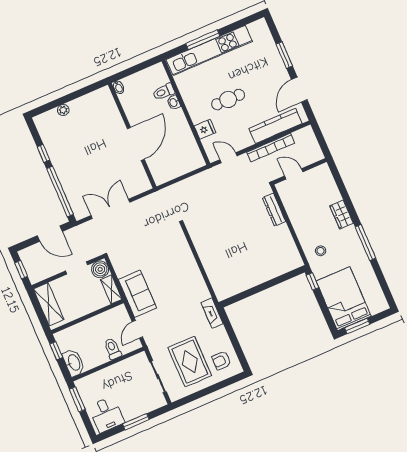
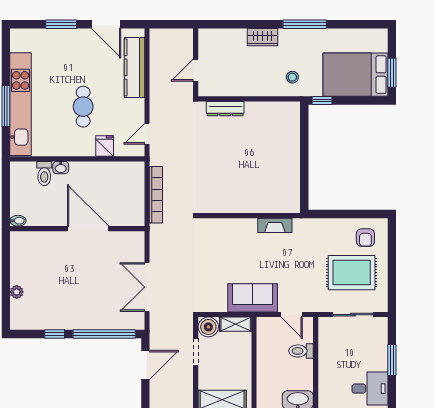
bookcase: (271, 148) -> (156, 195), moved
fireplace: (212, 313) -> (275, 225), moved

